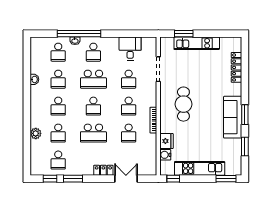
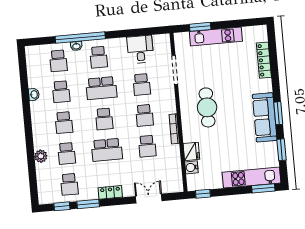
kitchen unit: (200, 168) -> (251, 178), moved
locker: (103, 170) -> (110, 192), moved

